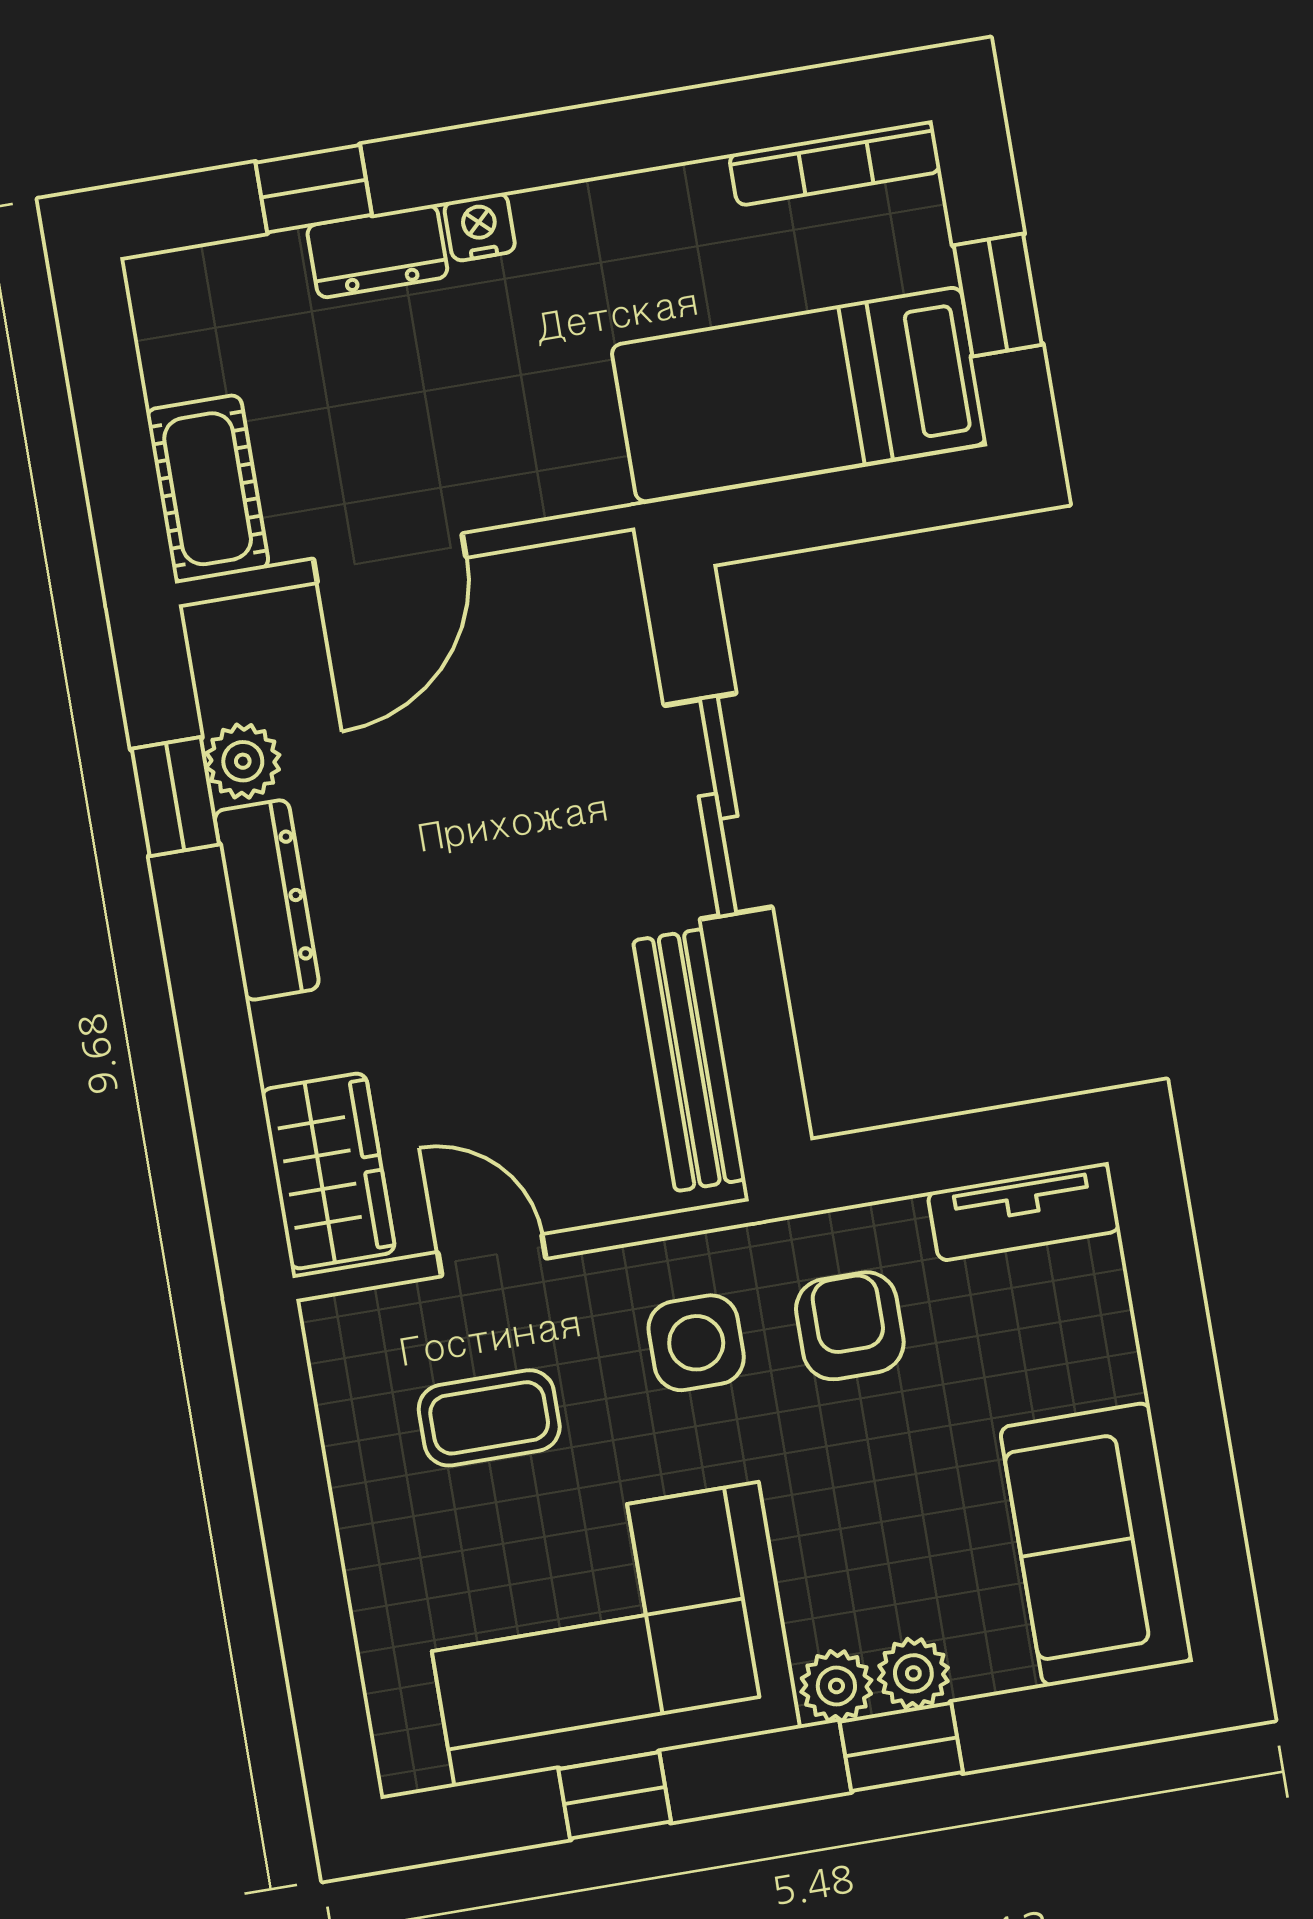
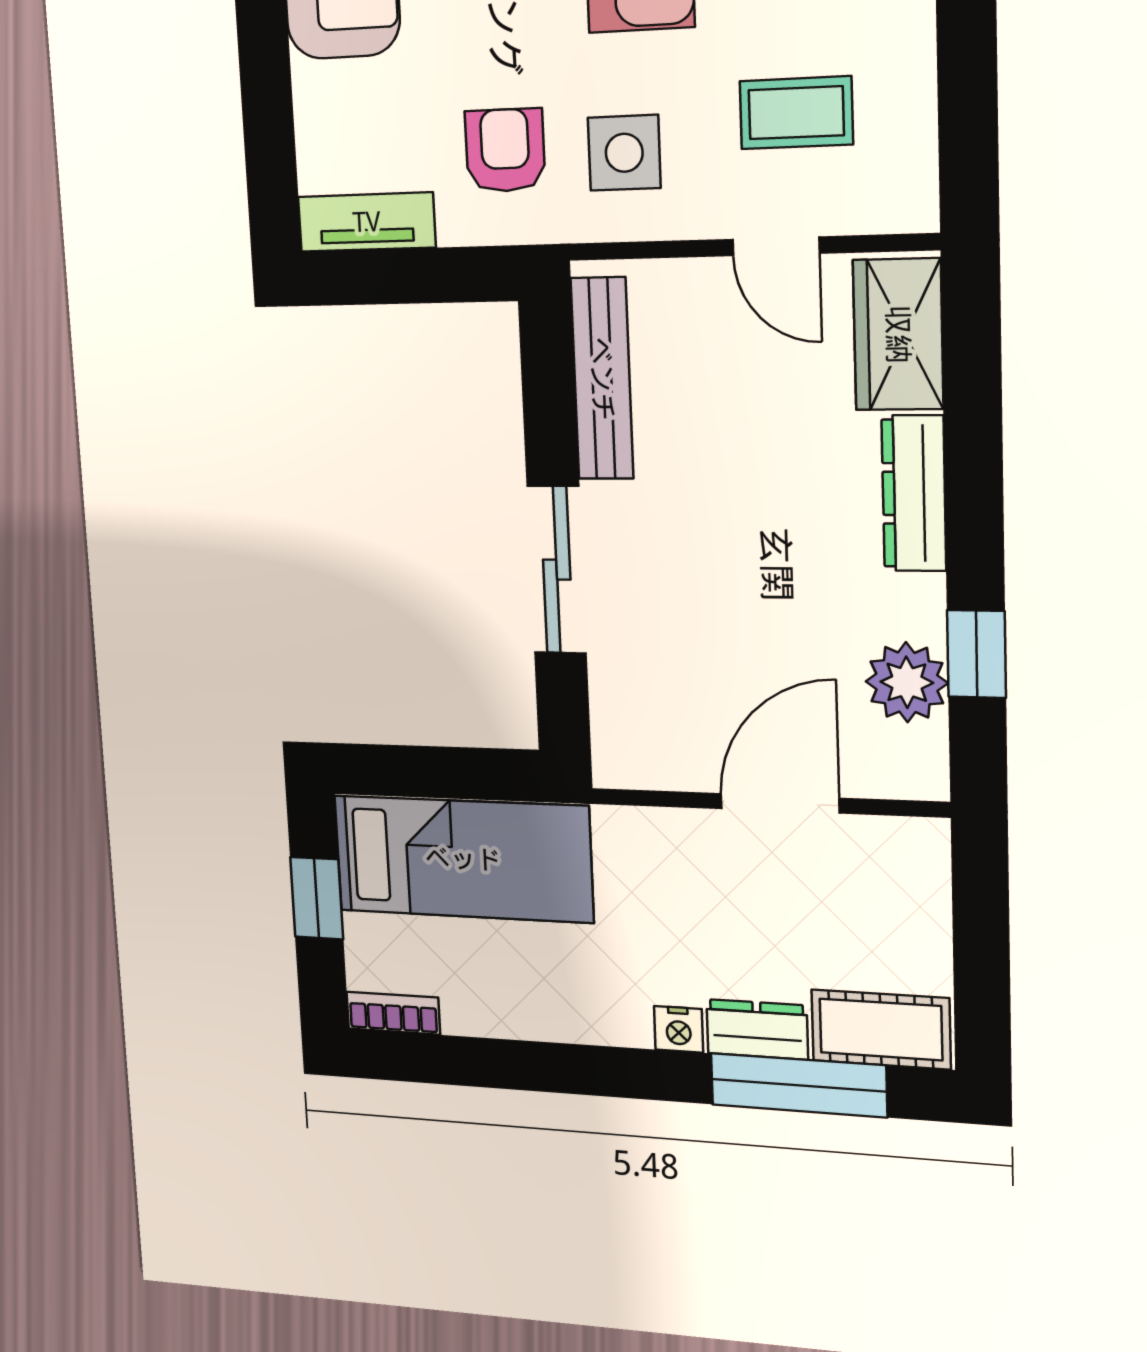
bookcase: (835, 163) -> (393, 1013), width x0.64
window: (314, 189) -> (799, 1085), width x2.17
cot: (208, 489) -> (881, 1029), moved, turned 90
plant: (243, 761) -> (907, 682), width x1.38, depth x1.38
dresser: (267, 900) -> (914, 493), moved
armchair: (850, 1326) -> (505, 150), turned 180

